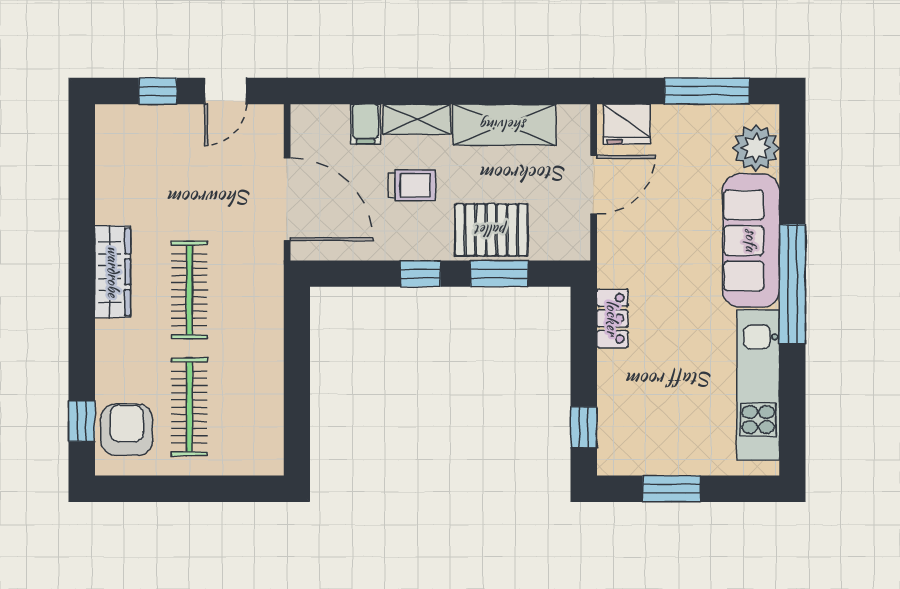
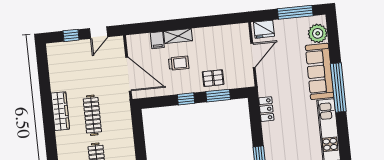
shelving: (504, 125) -> (214, 35), removed
pallet: (491, 230) -> (213, 78), width x0.67, depth x0.71

